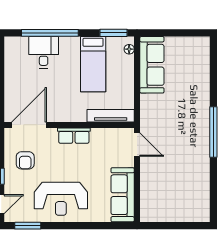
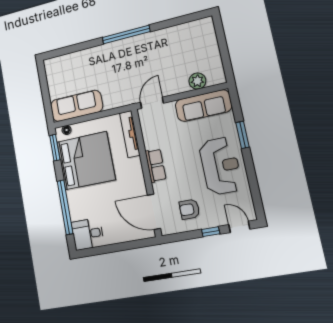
desk: (44, 52) -> (88, 234), moved
bed: (93, 64) -> (86, 161), width x2.04
armchair: (25, 160) -> (189, 209), turned 180
plant: (148, 194) -> (197, 81), added
window: (28, 226) -> (243, 135), moved

